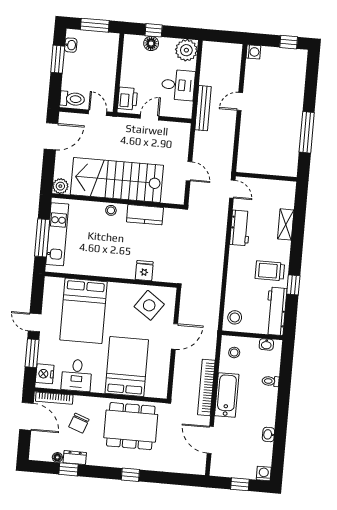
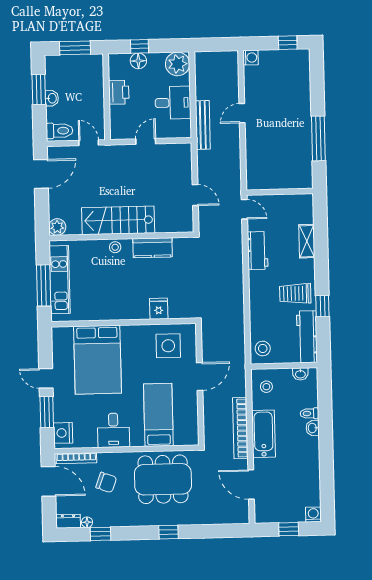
washbasin: (71, 45) -> (52, 98), moved
printer: (128, 99) -> (119, 92), moved
stairs: (117, 180) -> (118, 220), width x0.73, depth x0.66
side table: (149, 305) -> (168, 346), turned -35
bed: (127, 367) -> (158, 415), width x0.67
desk: (77, 375) -> (113, 430), moved
chair: (79, 423) -> (106, 482), turned -90
washbasin: (268, 434) -> (313, 428), moved
dresser: (75, 458) -> (68, 521), moved

